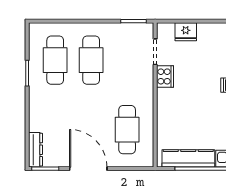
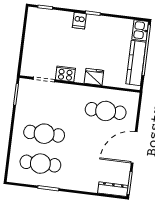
fridge: (186, 32) -> (94, 77), moved, turned -90

